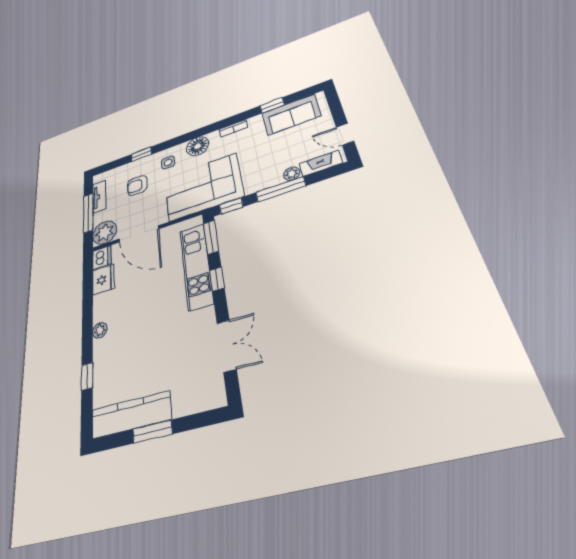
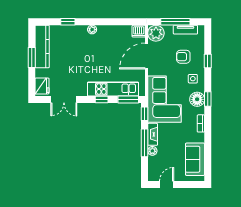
window: (272, 105) -> (208, 99), moved
fireplace: (321, 163) -> (153, 134), moved
armchair: (137, 185) -> (183, 57), turned -90
fridge: (103, 280) -> (42, 86), moved, turned -90

